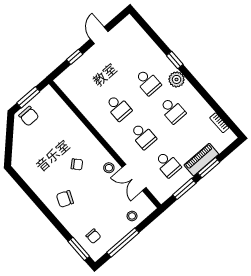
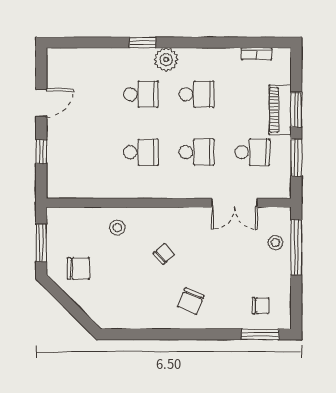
door: (99, 35) -> (41, 103), swing flipped
chair: (29, 116) -> (78, 268), moved
stool: (109, 168) -> (117, 228), moved
window: (123, 243) -> (296, 247), moved

